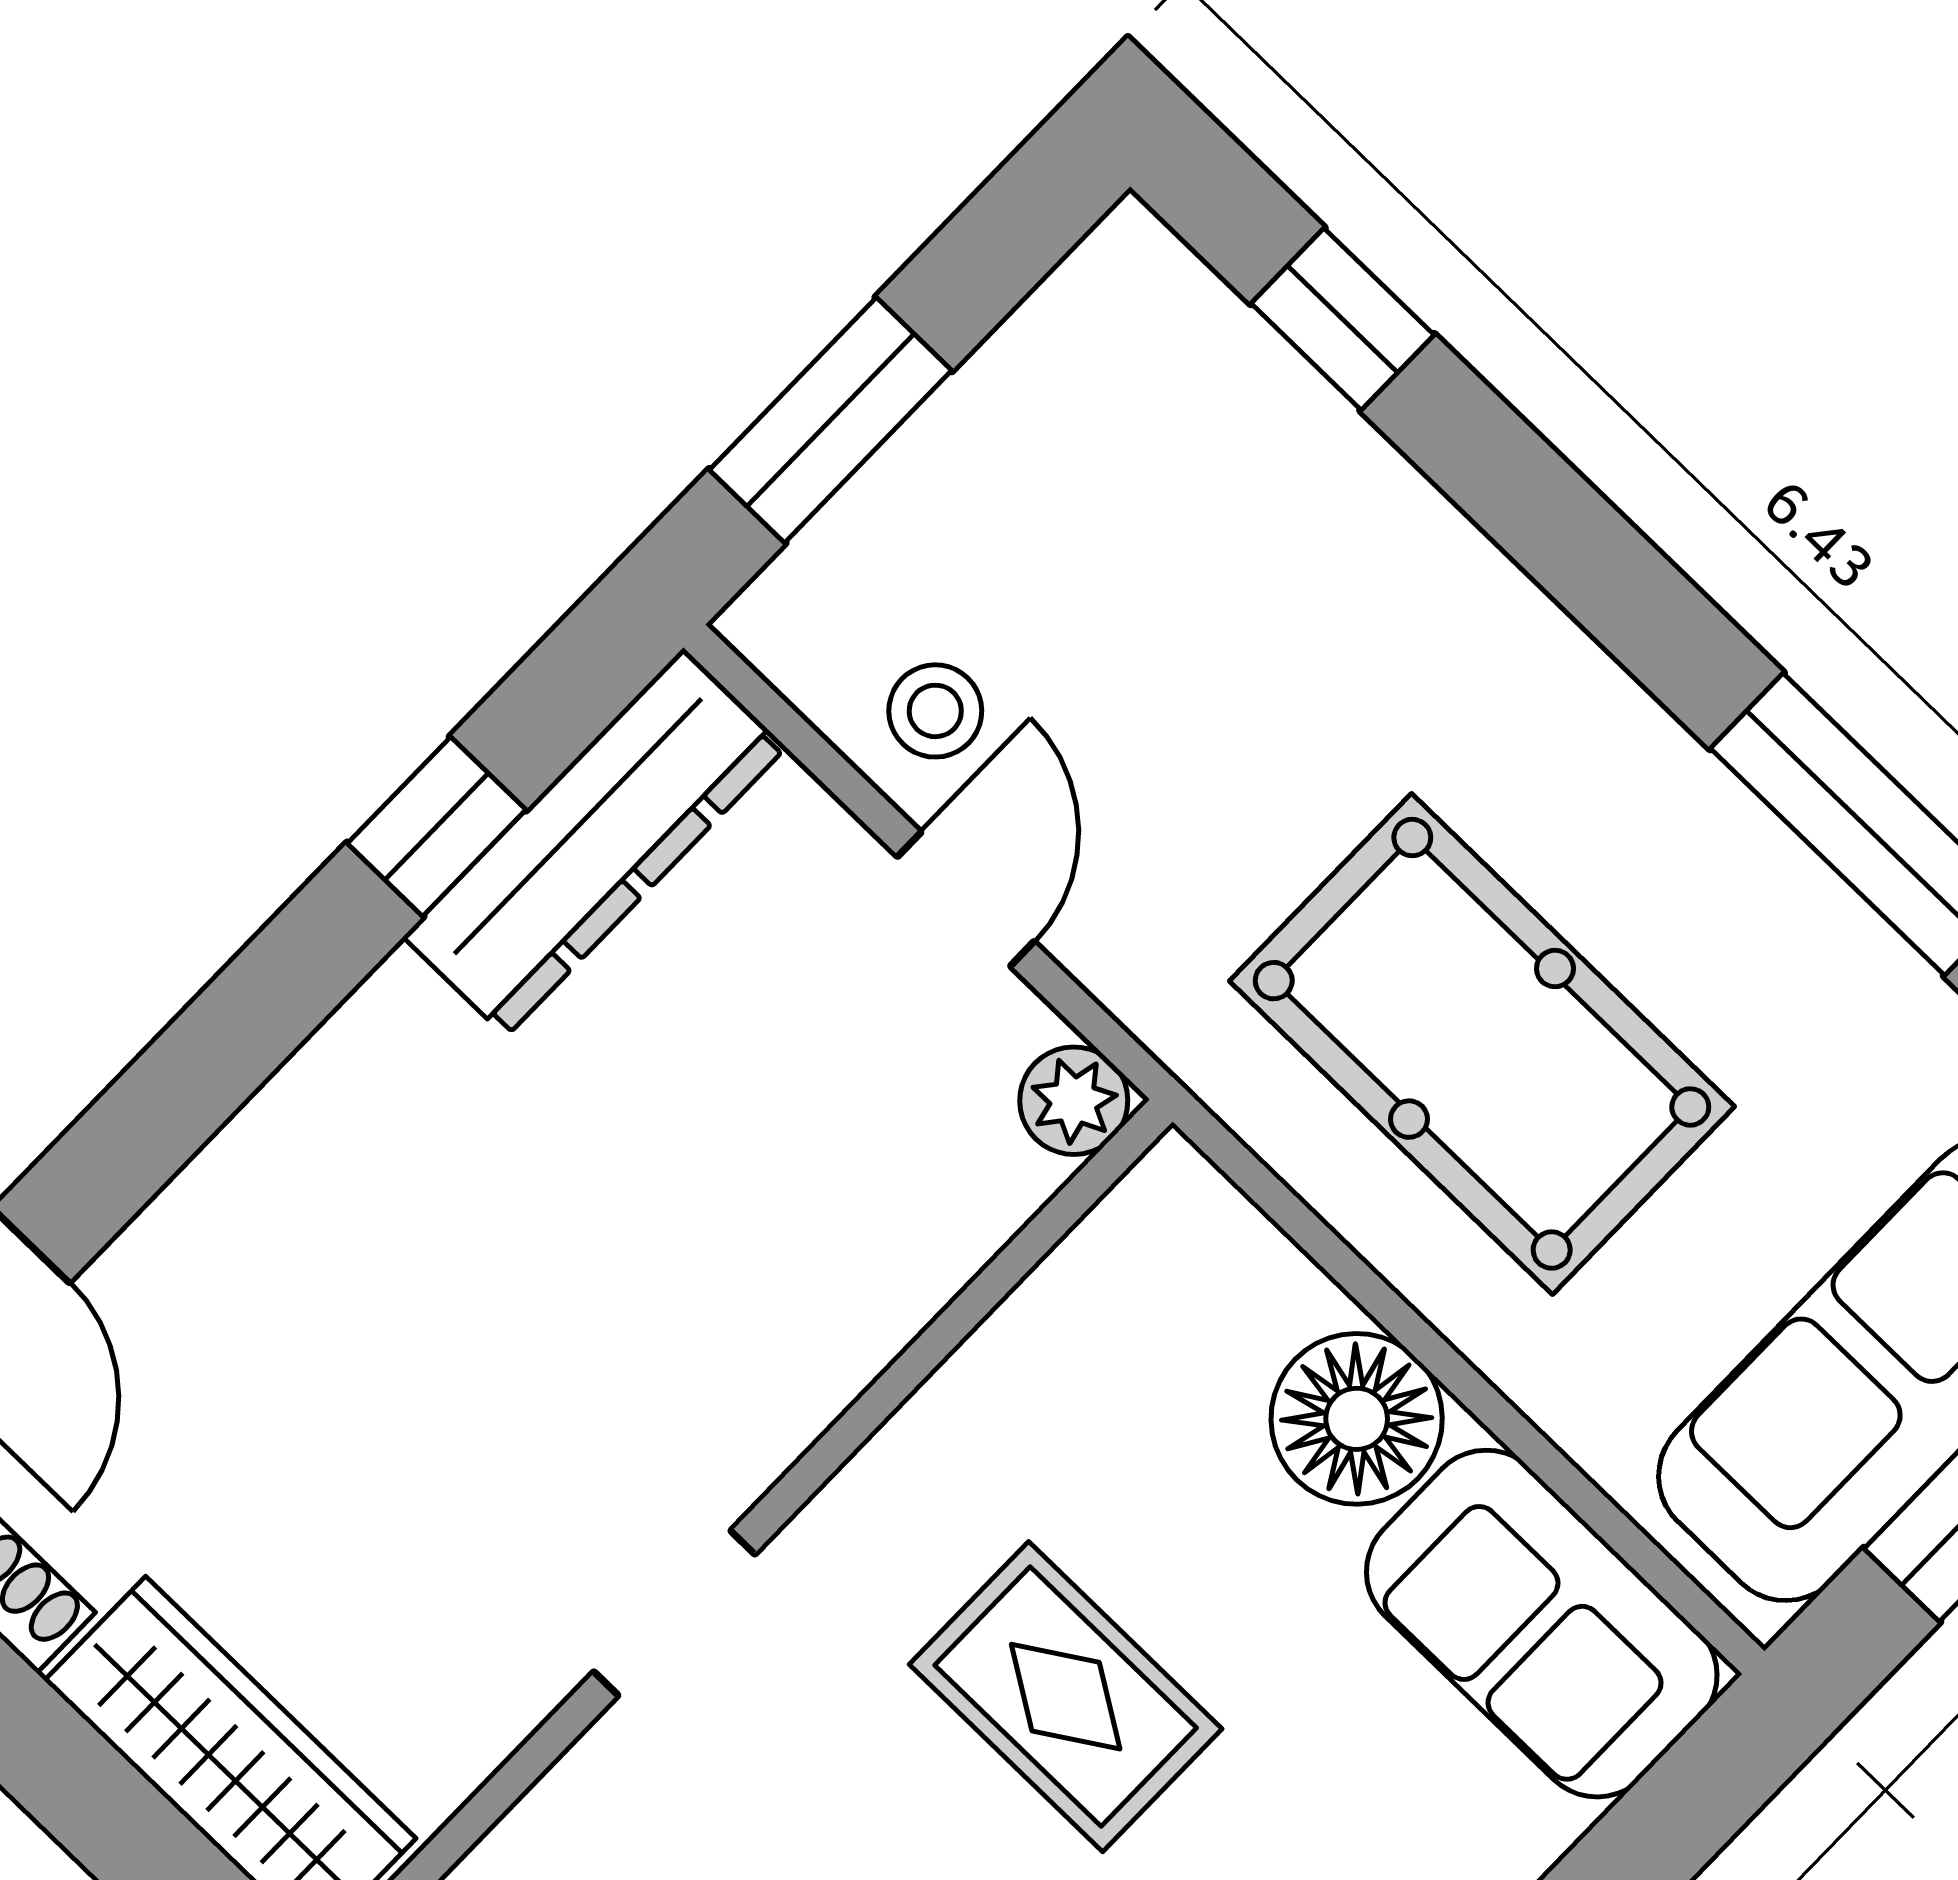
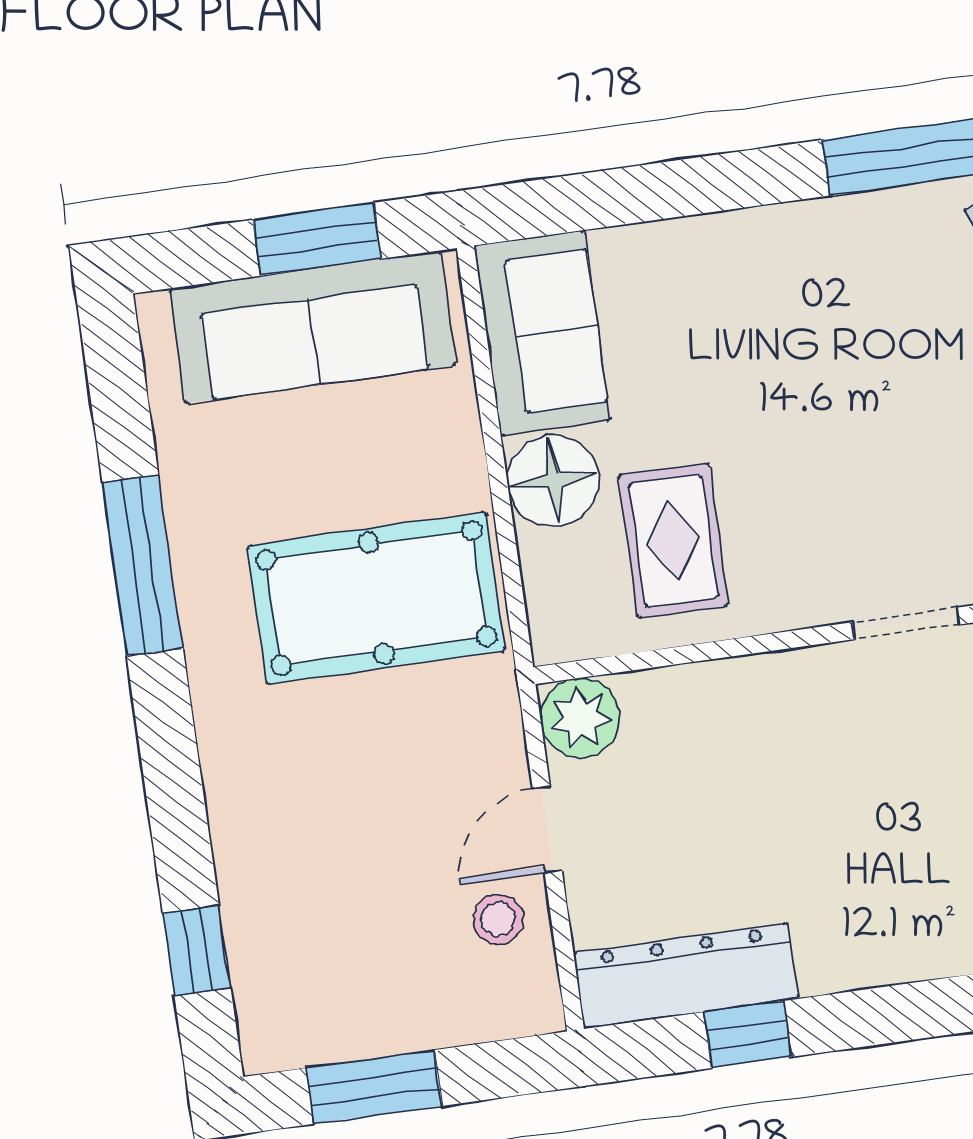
window: (830, 420) -> (374, 1087), moved
pool table: (1482, 1044) -> (376, 598), turned 90
plant: (1074, 1101) -> (580, 718), width x1.38, depth x1.38
rug: (1066, 1697) -> (673, 541), moved

